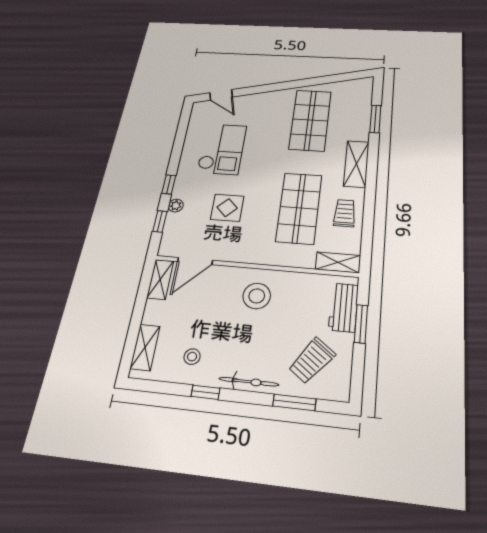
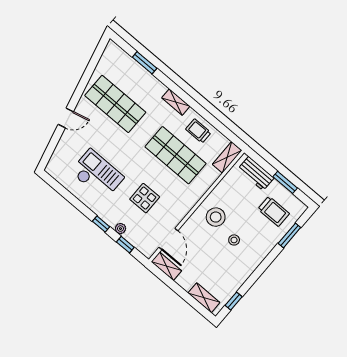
door: (221, 95) -> (66, 118), moved
shelving: (356, 164) -> (176, 102), width x0.67, depth x0.75
window: (361, 324) -> (285, 182), moved
stool: (192, 357) -> (234, 240), moved
trolley: (312, 361) -> (274, 211), turned -37
bicycle: (249, 382) -> (262, 252), removed
window: (206, 392) -> (234, 301), moved

